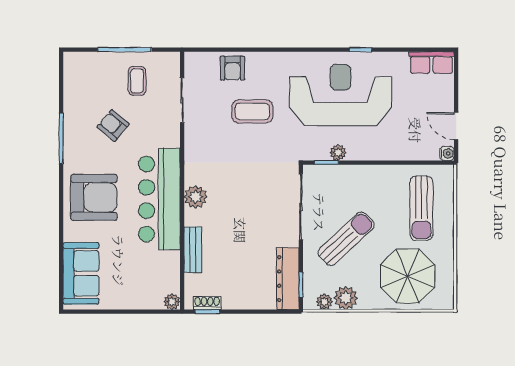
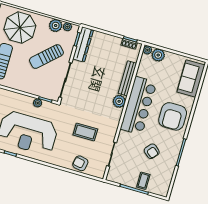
armchair: (232, 68) -> (80, 163), turned -80
coffee table: (137, 81) -> (143, 181), moved
coffee table: (252, 111) -> (85, 132), moved
armchair: (94, 197) -> (173, 116), turned -90
bench: (193, 250) -> (127, 78), width x1.36
plant: (150, 298) -> (158, 55), added

